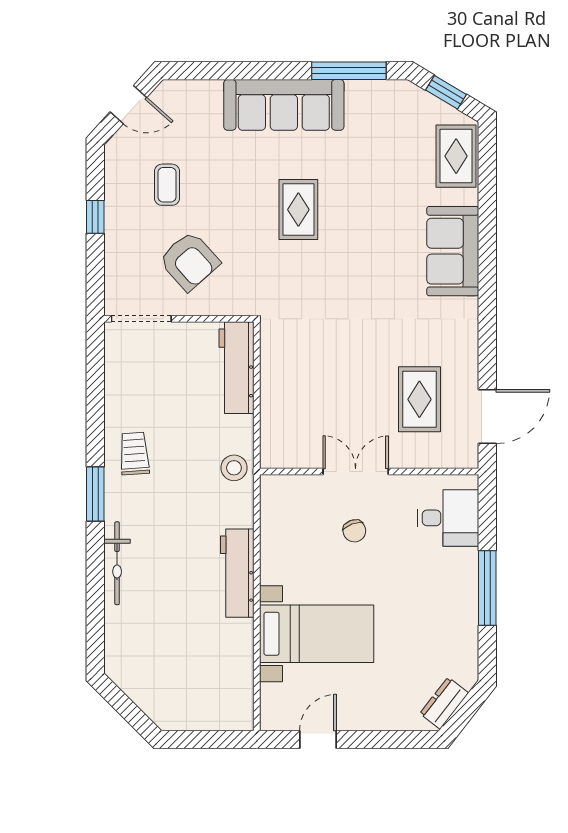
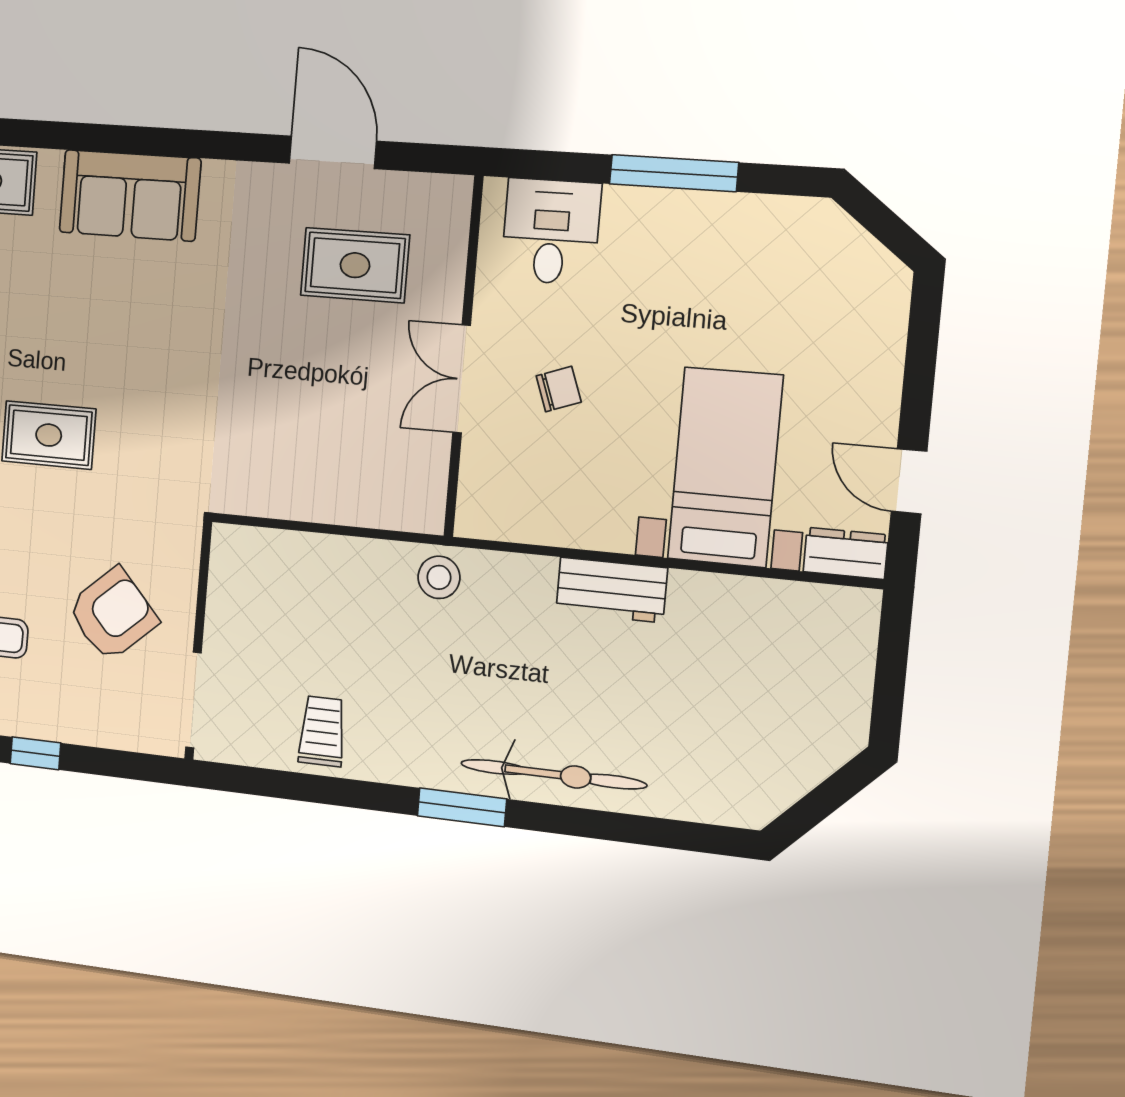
workbench: (237, 368) -> (281, 557), removed
door: (487, 417) -> (333, 152), moved
trolley: (134, 454) -> (322, 731), moved, turned 94
bicycle: (117, 563) -> (553, 774), width x1.37, depth x1.40
workbench: (237, 573) -> (611, 590), width x0.73
dresser: (444, 703) -> (846, 553), moved, turned 142

